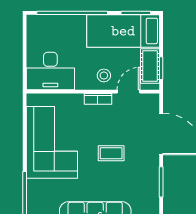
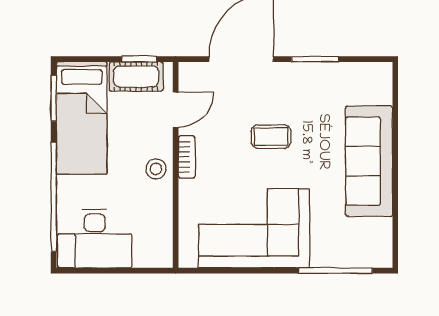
desk: (50, 71) -> (95, 239), moved, turned 90
stool: (104, 75) -> (156, 169), moved
door: (128, 92) -> (176, 110), swing flipped
coffee table: (111, 153) -> (271, 137), turned 90

